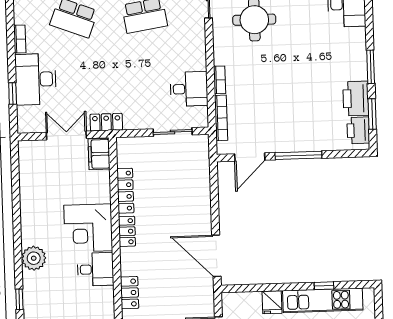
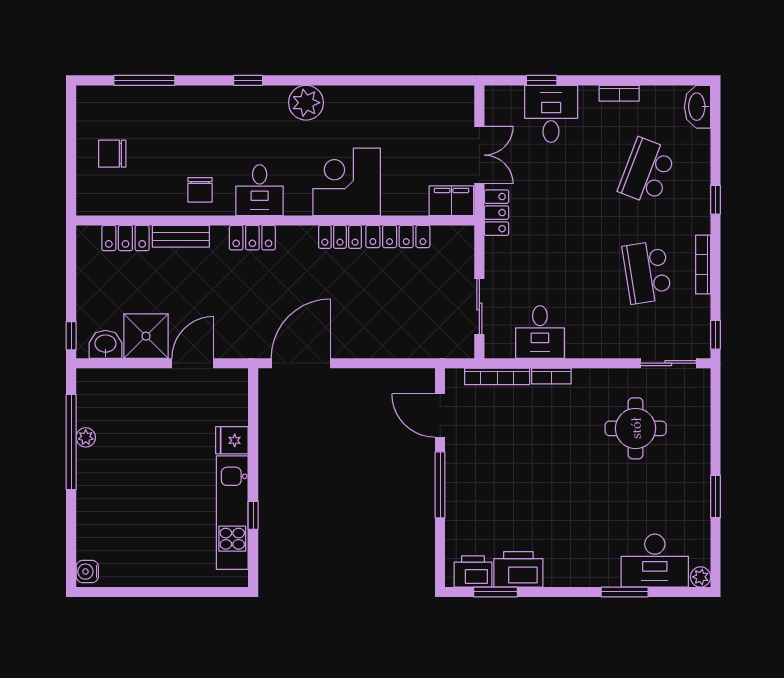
window: (371, 67) -> (625, 592), moved
desk: (36, 79) -> (551, 114), width x0.73
desk: (95, 269) -> (260, 190), moved

